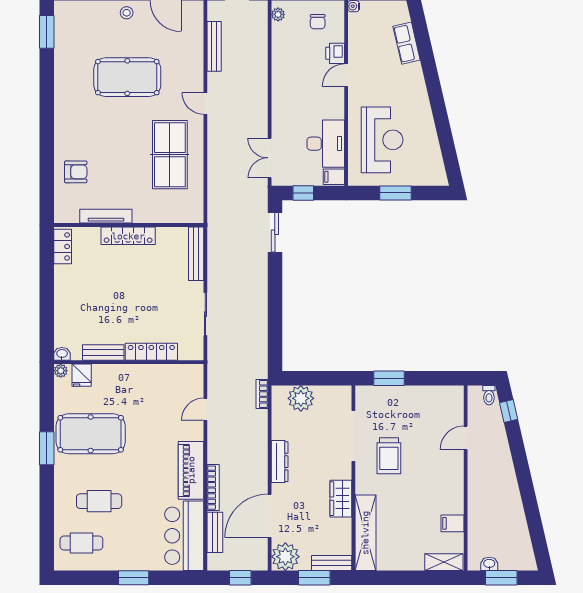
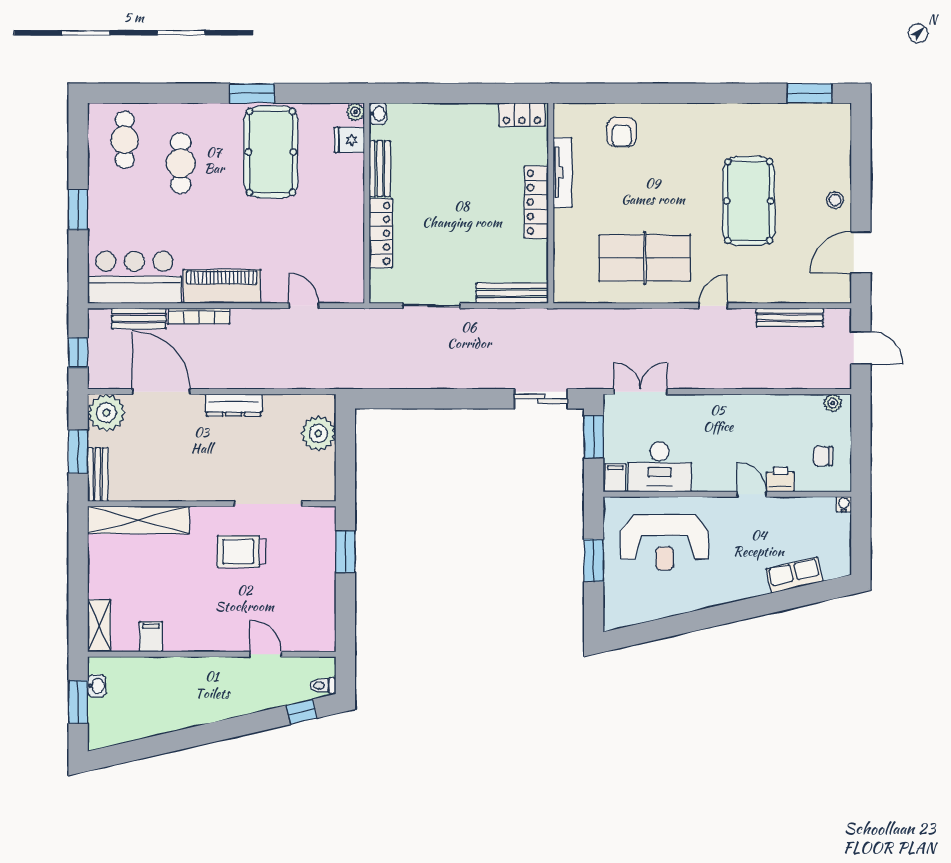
window: (303, 193) -> (594, 437), width x1.50
bookcase: (262, 394) -> (324, 381), removed
wardrobe: (341, 499) -> (184, 487), removed

